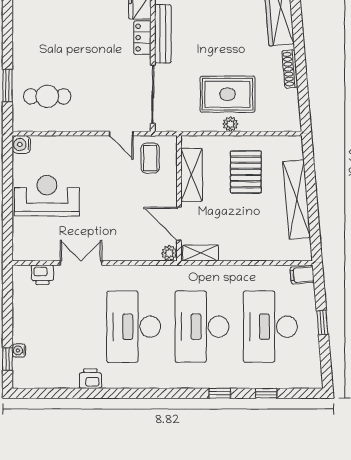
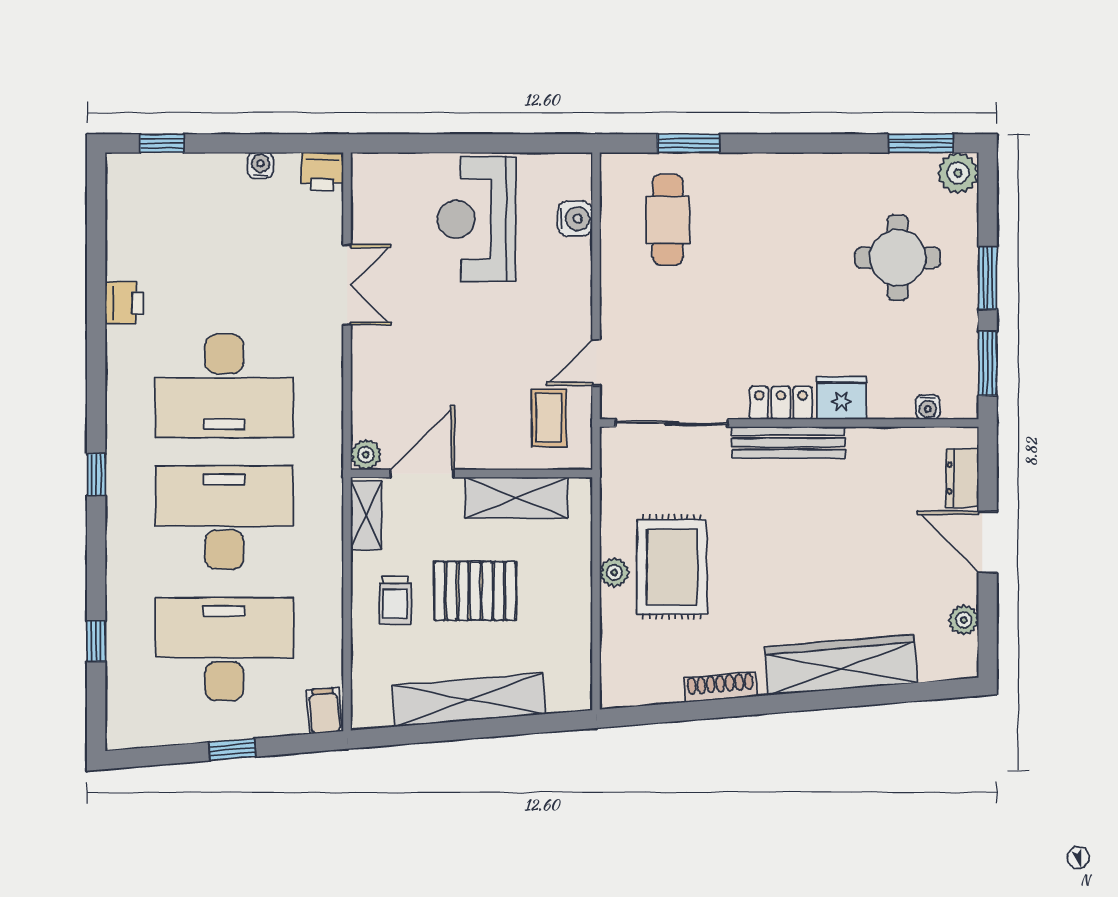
water cooler: (21, 145) -> (575, 219), moved, turned 90
coffee table: (150, 158) -> (549, 418), turned 90
pallet: (246, 172) -> (475, 591), moved
reception desk: (47, 196) -> (476, 219), turned 180
trolley: (245, 238) -> (395, 600), added
printer: (42, 275) -> (322, 171), moved, turned -90
desk: (134, 327) -> (224, 386), turned 180
water cooler: (19, 350) -> (260, 165), moved
window: (220, 393) -> (96, 475), moved

